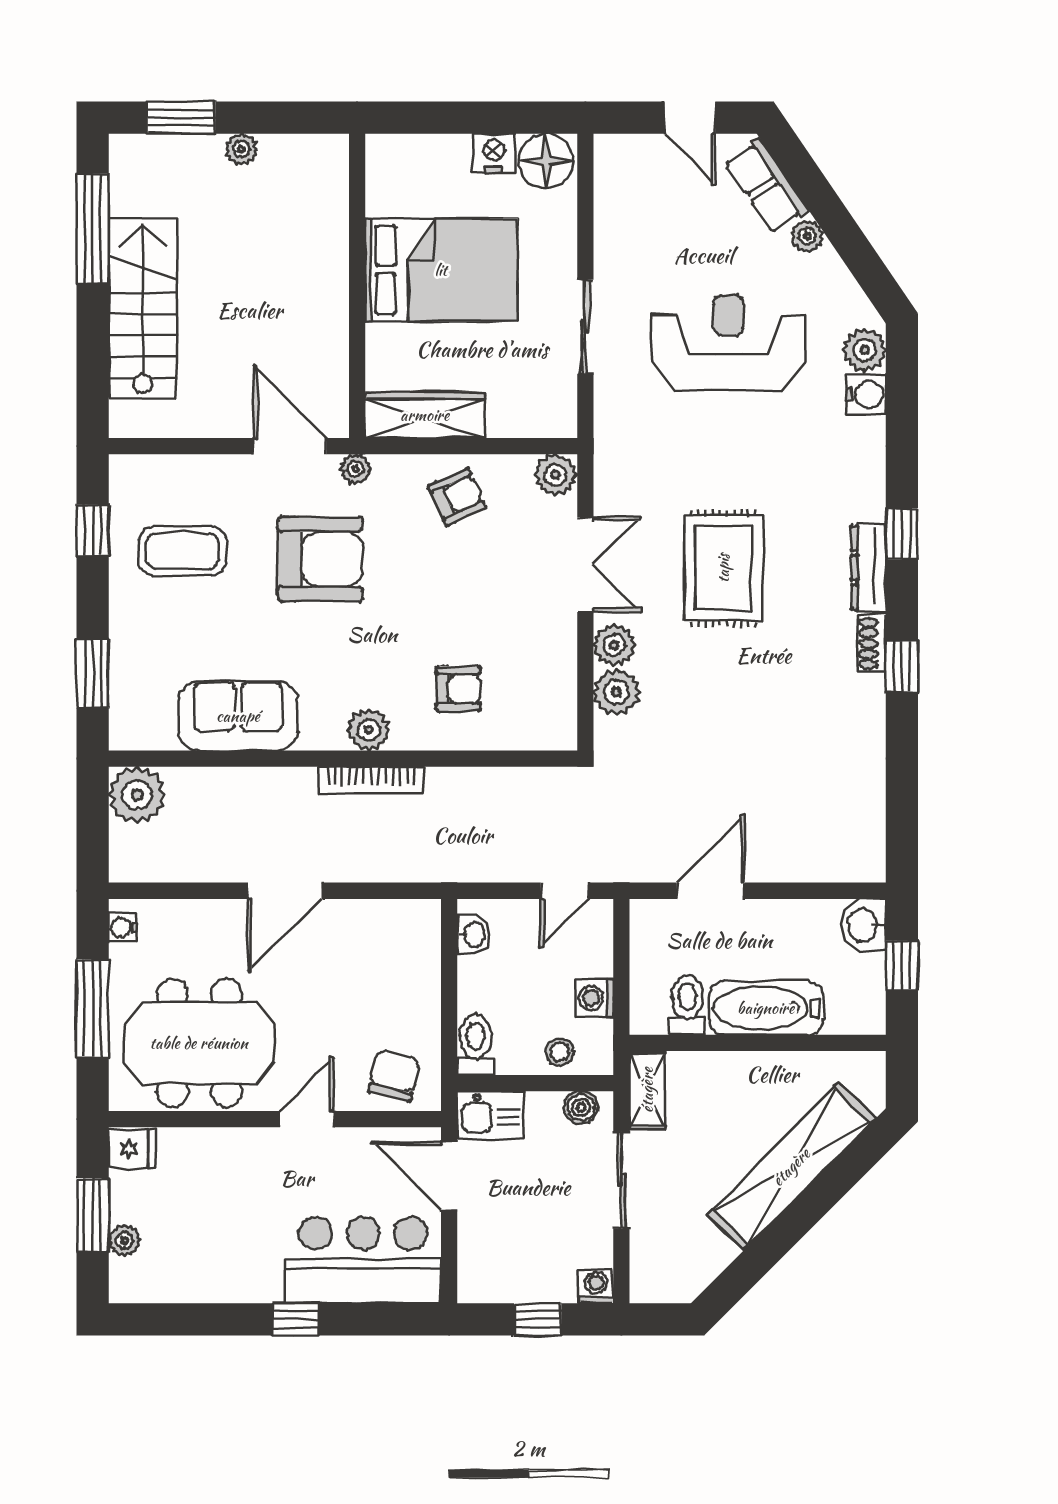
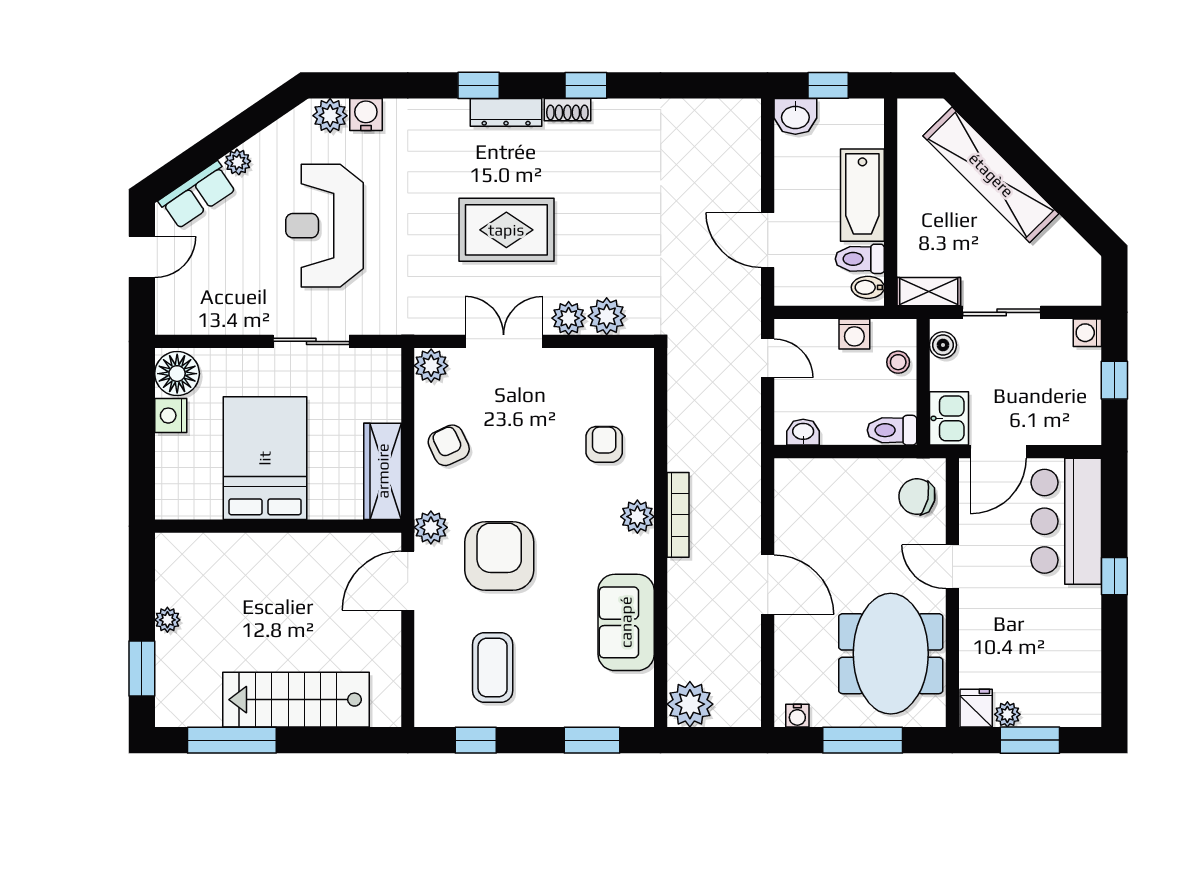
plant: (356, 469) -> (431, 527), width x1.38, depth x1.38
bidet: (652, 1015) -> (868, 287), added
plant: (124, 1241) -> (1007, 714), moved

